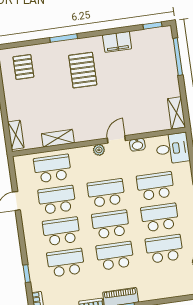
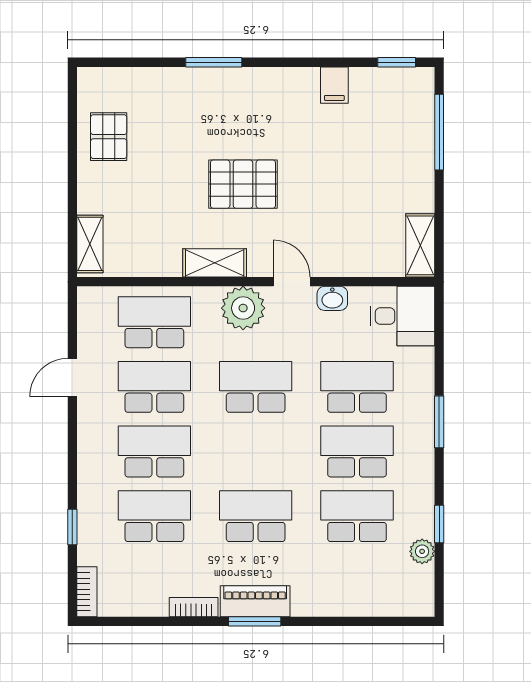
filing cabinet: (117, 42) -> (334, 85), width x0.50
pallet: (23, 67) -> (109, 137), moved
pallet: (83, 70) -> (243, 184), moved, turned 90
shelving: (58, 138) -> (215, 263), moved
door: (116, 139) -> (292, 282), hinge flipped
plant: (99, 150) -> (243, 308), width x1.87, depth x1.87
school desk: (111, 224) -> (256, 451), removed

